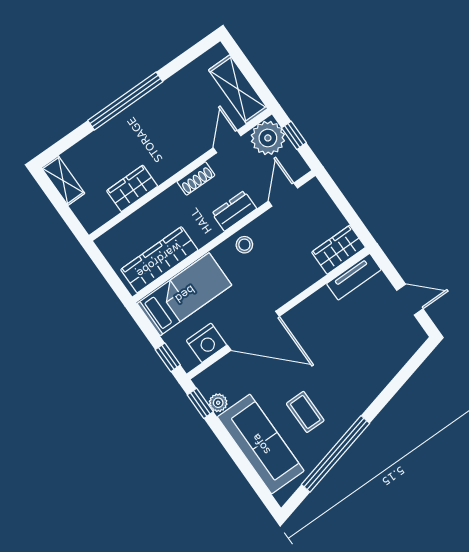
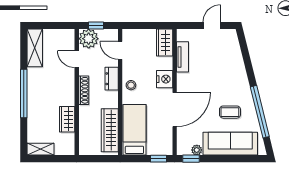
shelving: (238, 89) -> (35, 48), moved, turned 90
shoe rack: (196, 178) -> (84, 90), width x1.43
tv unit: (354, 277) -> (182, 57), moved
nightstand: (206, 343) -> (165, 79), moved

